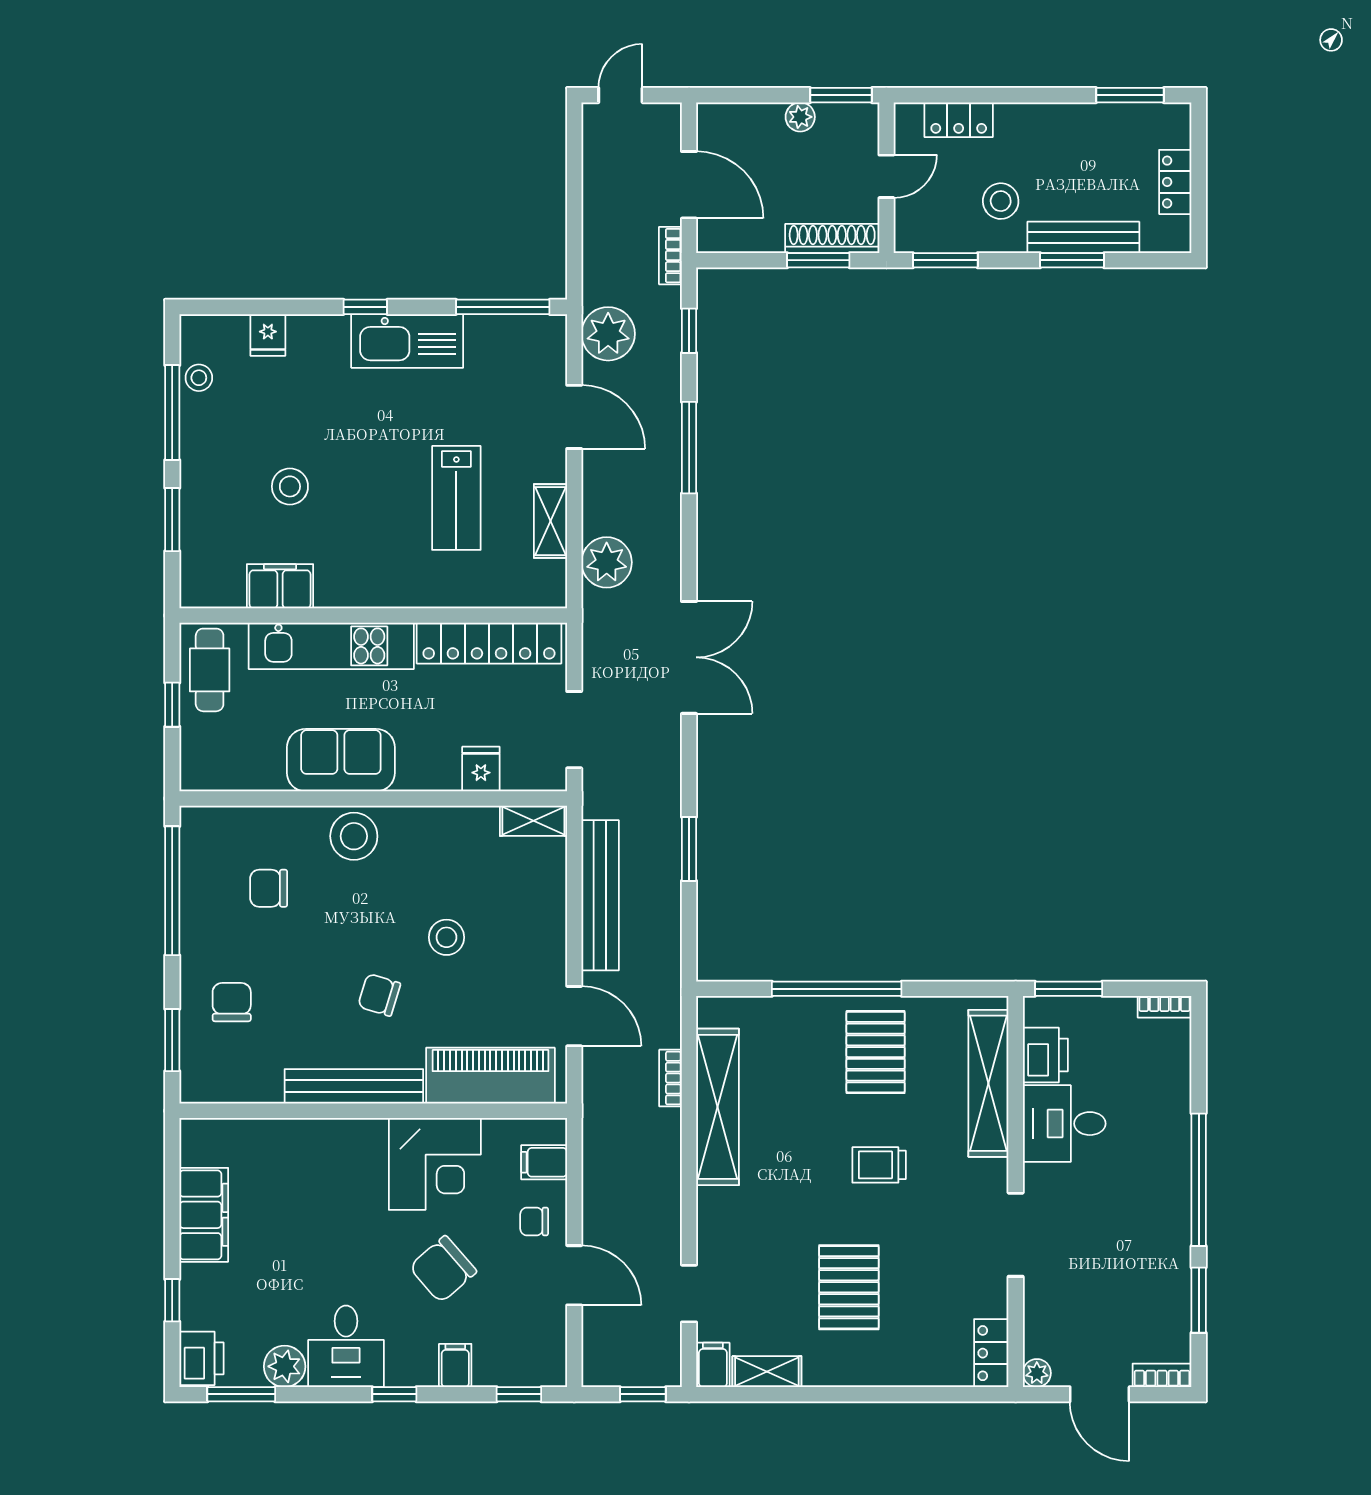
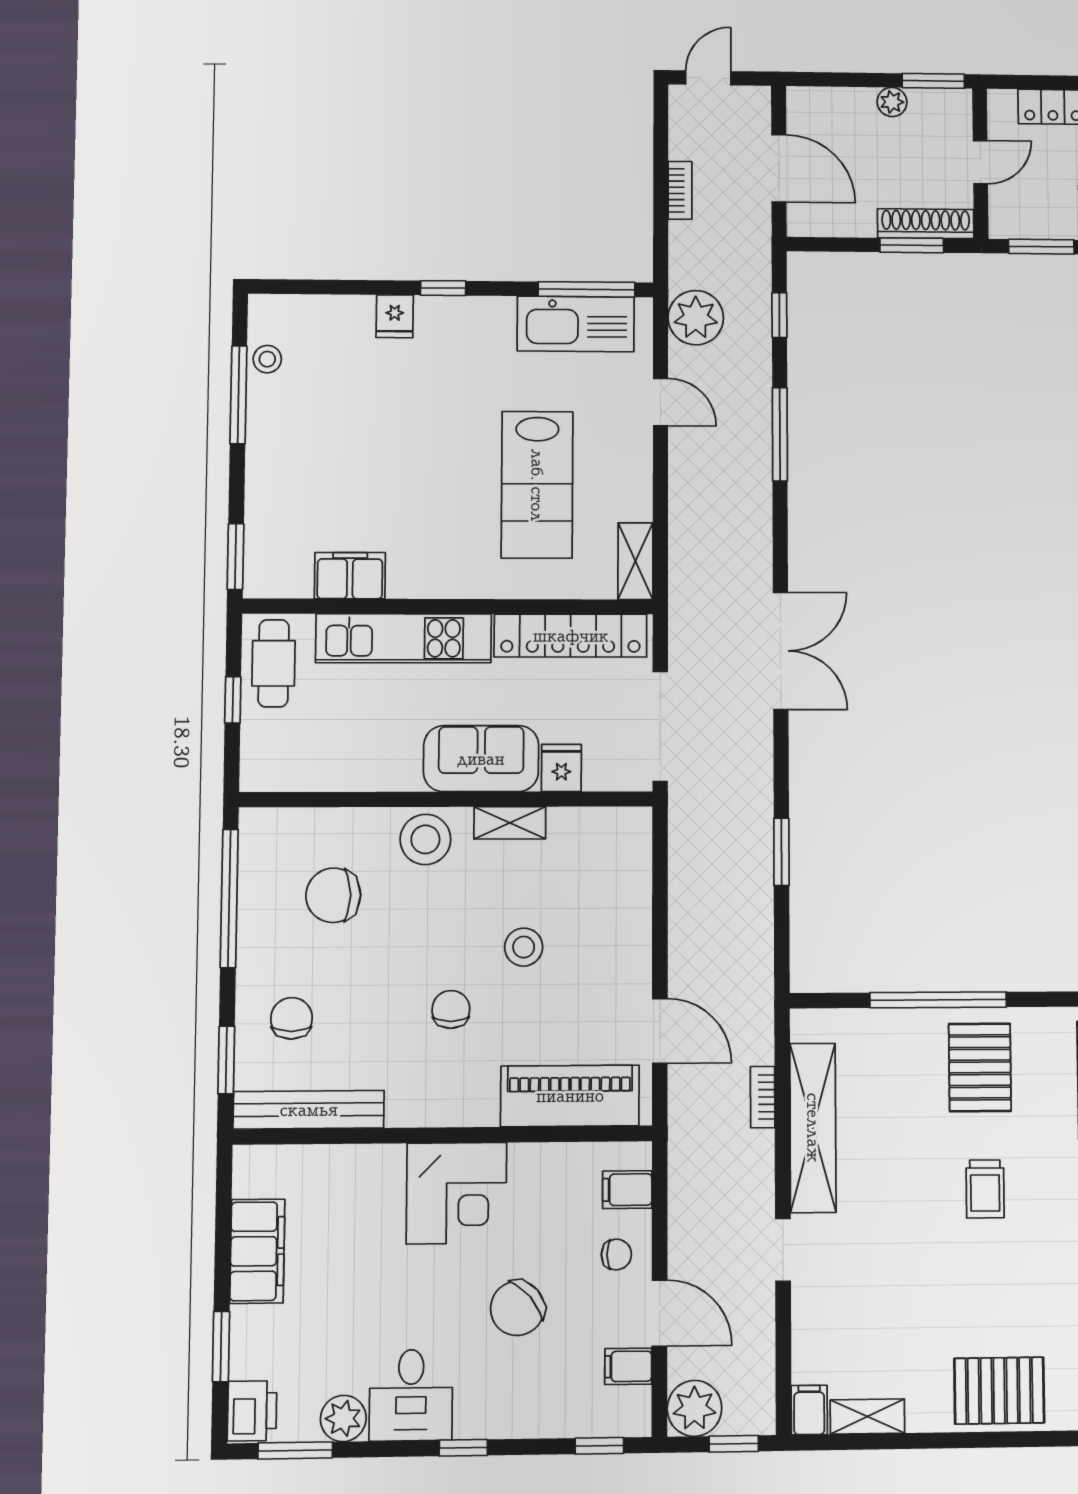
bookcase: (670, 256) -> (680, 190), moved, turned 180
fridge: (268, 335) -> (395, 316), moved
kitchen sink: (407, 341) -> (576, 324), moved
door: (574, 417) -> (661, 402), width x0.73
stool: (290, 486) -> (362, 472), removed
lab bench: (456, 498) -> (537, 485), width x1.36, depth x1.39
window: (172, 520) -> (236, 557), moved
shelving: (550, 521) -> (635, 561), moved
plant: (607, 562) -> (694, 1408), moved
doorway: (574, 730) -> (660, 726), width x1.36
sofa: (341, 760) -> (481, 759), moved
shelving: (533, 821) -> (510, 823), moved
chair: (269, 888) -> (333, 895), width x1.37, depth x1.37
bench: (600, 895) -> (687, 901), removed
chair: (379, 995) -> (451, 1009), turned 73
bench: (354, 1086) -> (309, 1110), moved
corner desk: (435, 1164) -> (456, 1193), moved
trolley: (879, 1165) -> (985, 1189), turned -90
chair: (534, 1221) -> (616, 1255), turned 180
pallet: (849, 1287) -> (999, 1391), moved, turned 90
doorway: (689, 1294) -> (783, 1250), moved
window: (172, 1300) -> (221, 1347), width x1.50
filing cabinet: (455, 1365) -> (628, 1366), moved, turned -90

